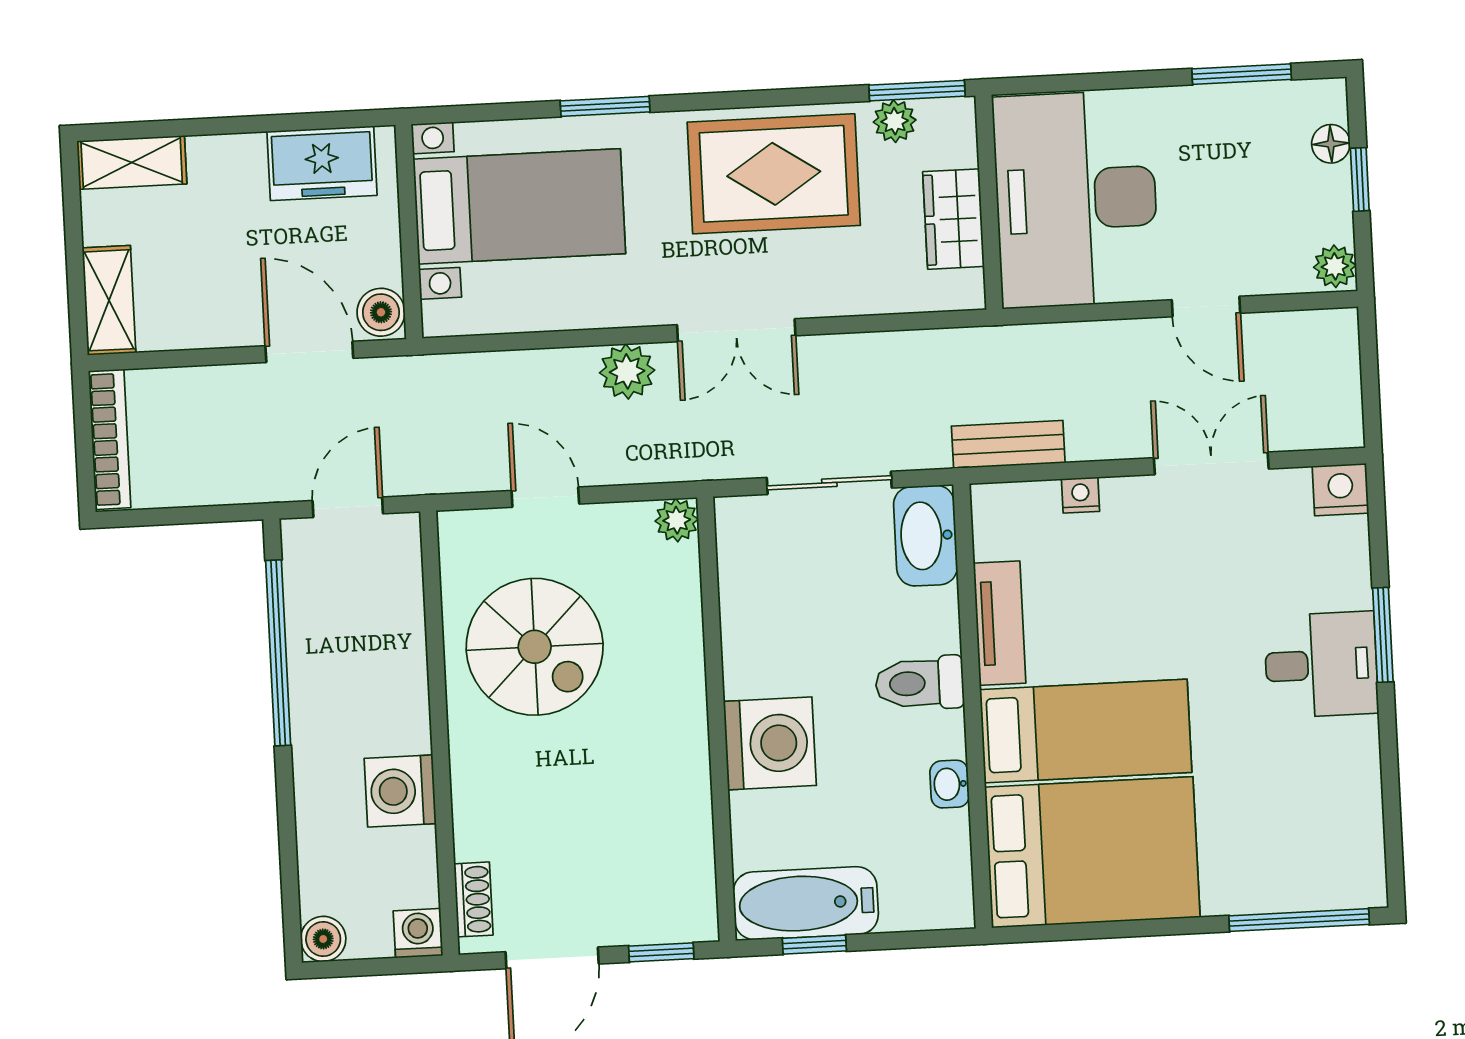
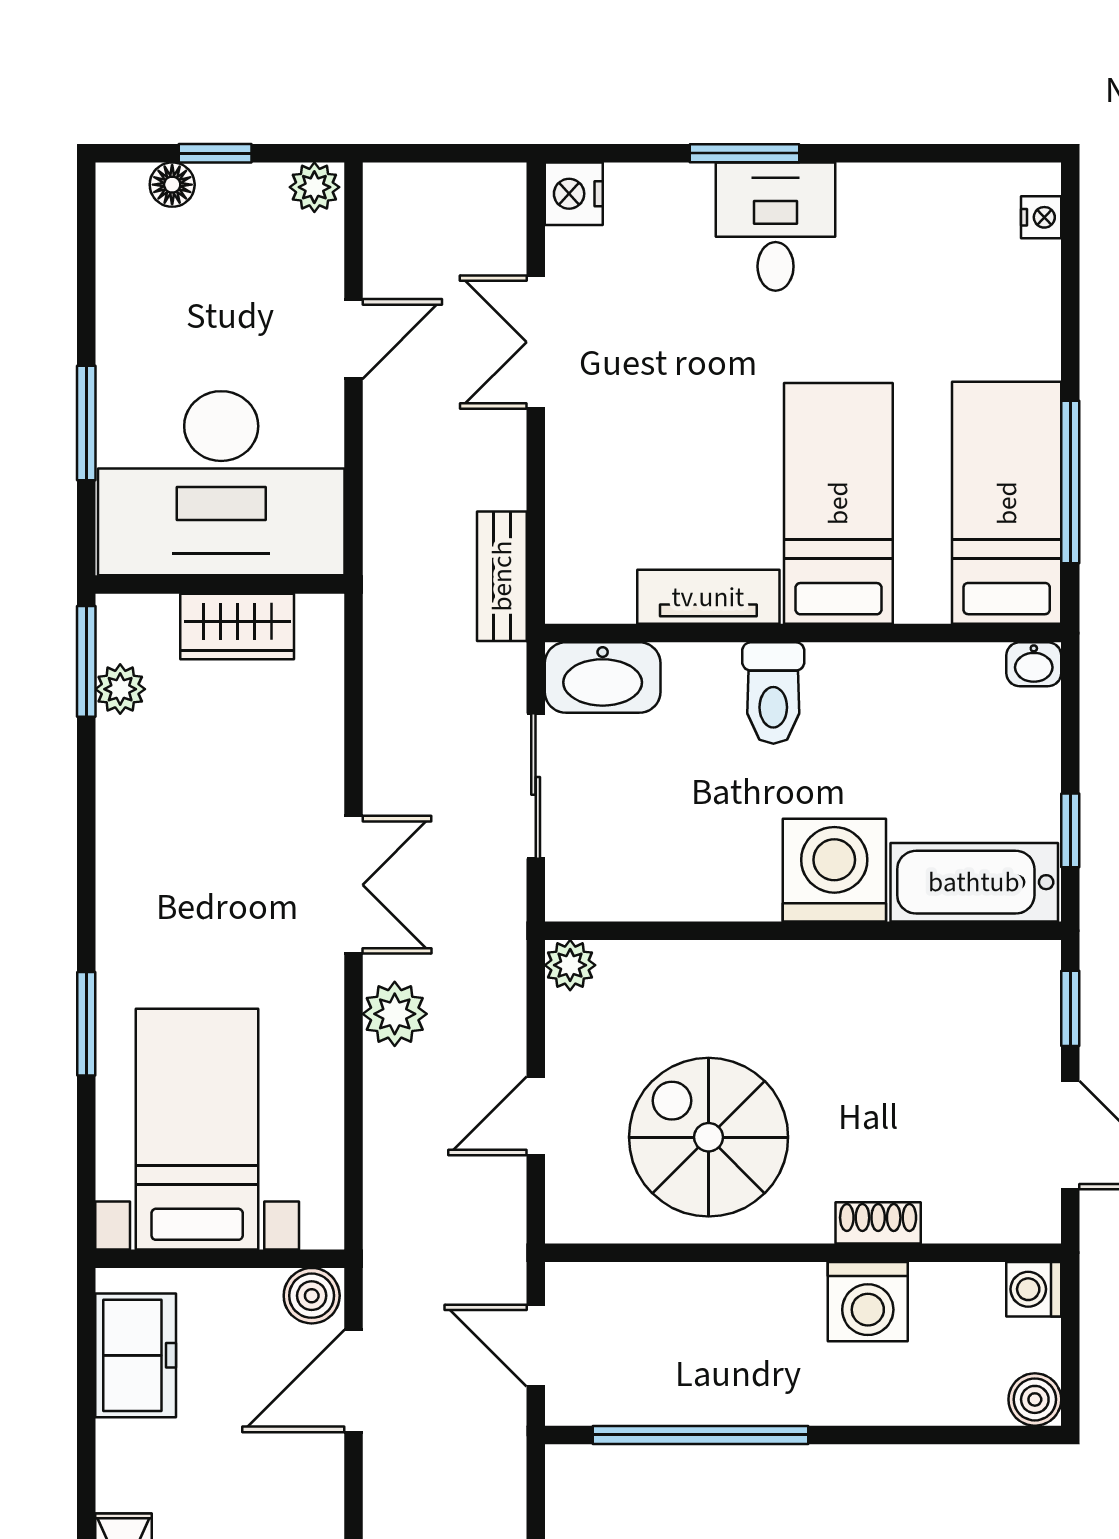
window: (1242, 74) -> (86, 423), moved
rug: (774, 174) -> (174, 832), removed
nightstand: (1080, 495) -> (1041, 217), moved, turned 180
spiral stairs: (535, 647) -> (709, 1137), turned -90
washbasin: (950, 784) -> (1034, 664), moved
bed: (1092, 852) -> (1007, 503), width x0.67
shoe rack: (473, 899) -> (878, 1223), moved
bathtub: (806, 903) -> (974, 882), moved, turned 90
window: (1299, 920) -> (1070, 482), moved

